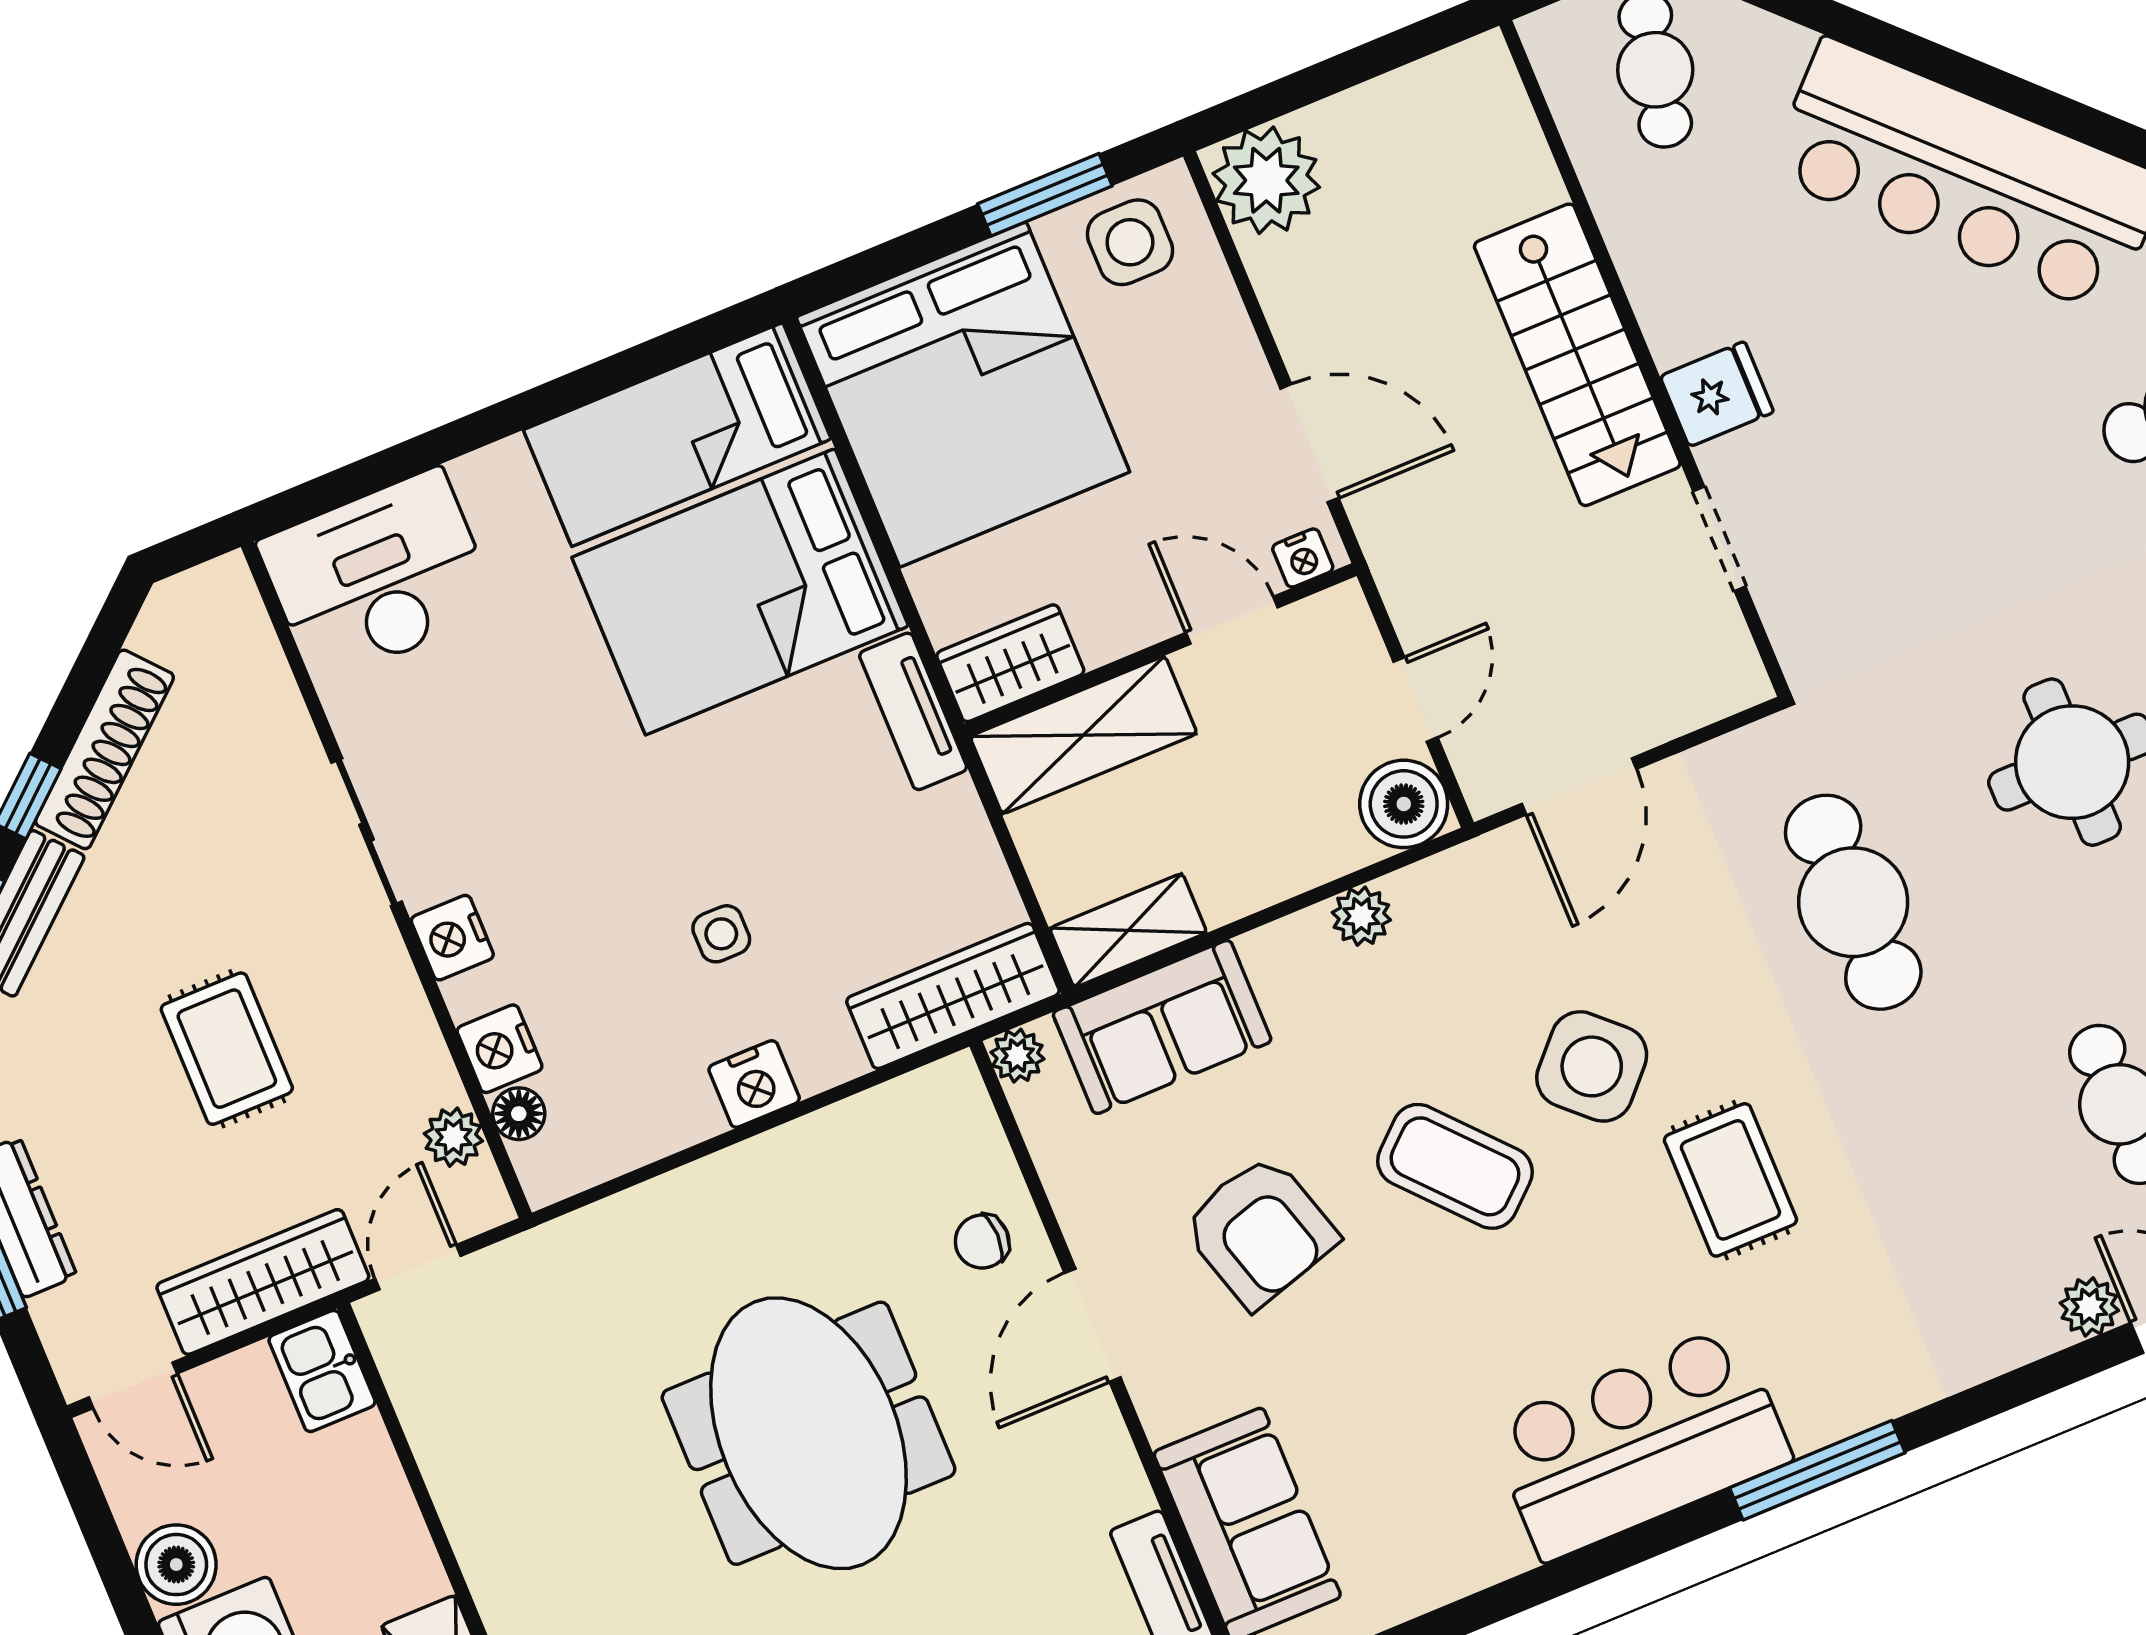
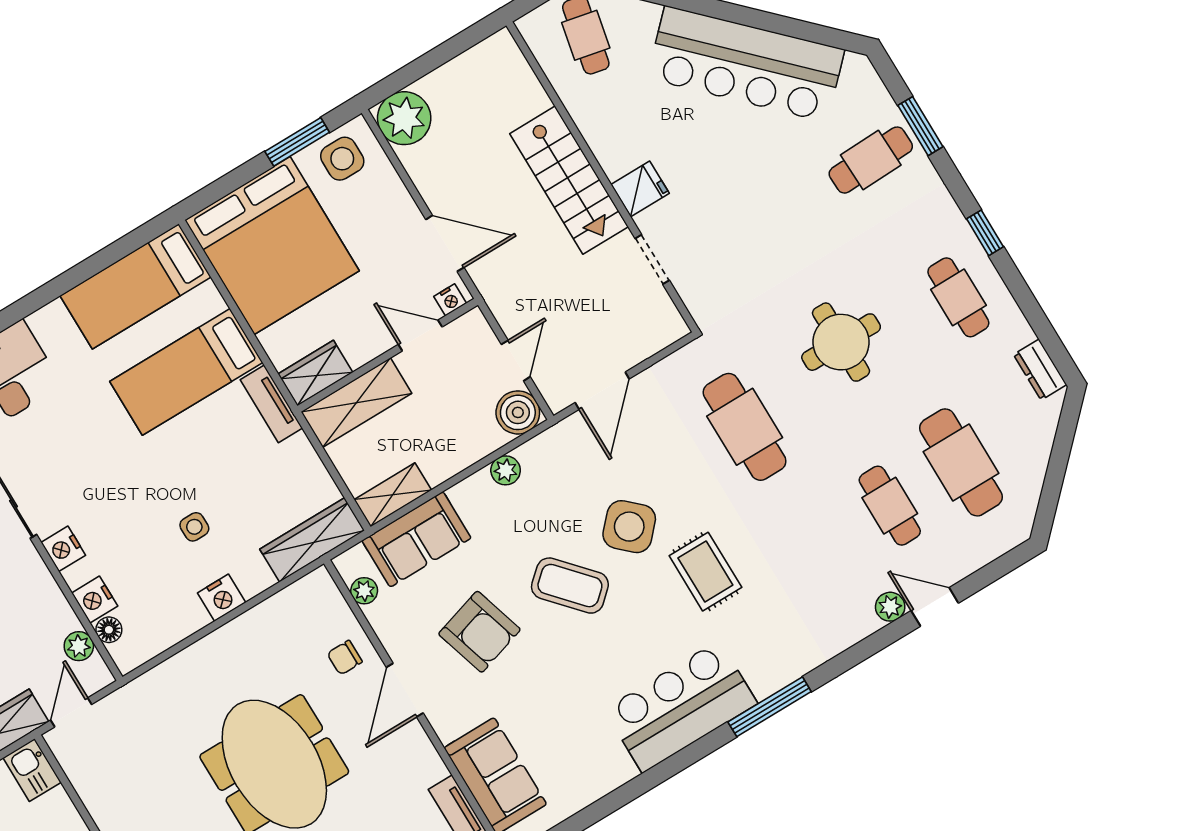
bed: (740, 592) -> (186, 372), width x0.67
plant: (1017, 1056) -> (364, 591), moved

